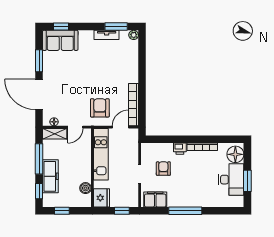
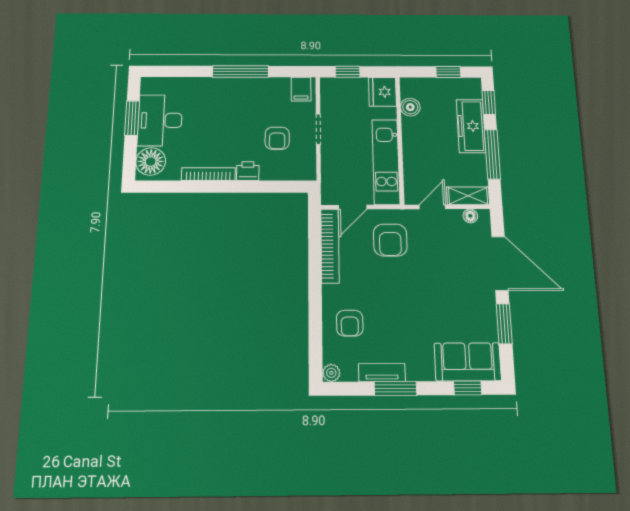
window: (116, 27) -> (395, 388), moved
armchair: (123, 61) -> (350, 323), added
filing cabinet: (155, 199) -> (301, 89), width x0.50

